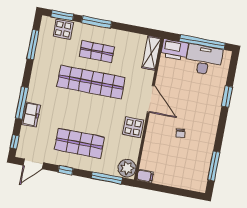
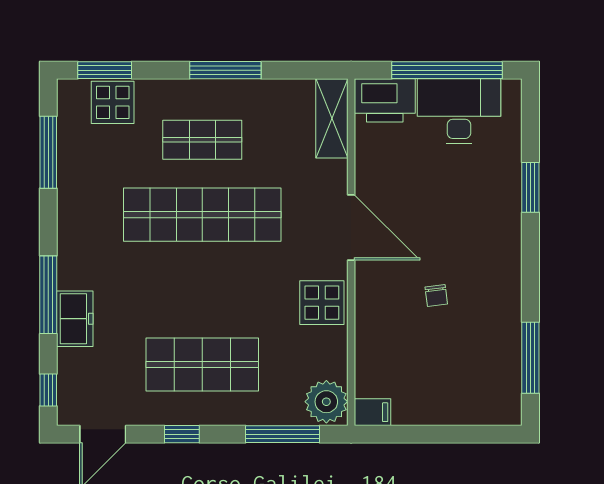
window: (97, 22) -> (225, 70), moved

